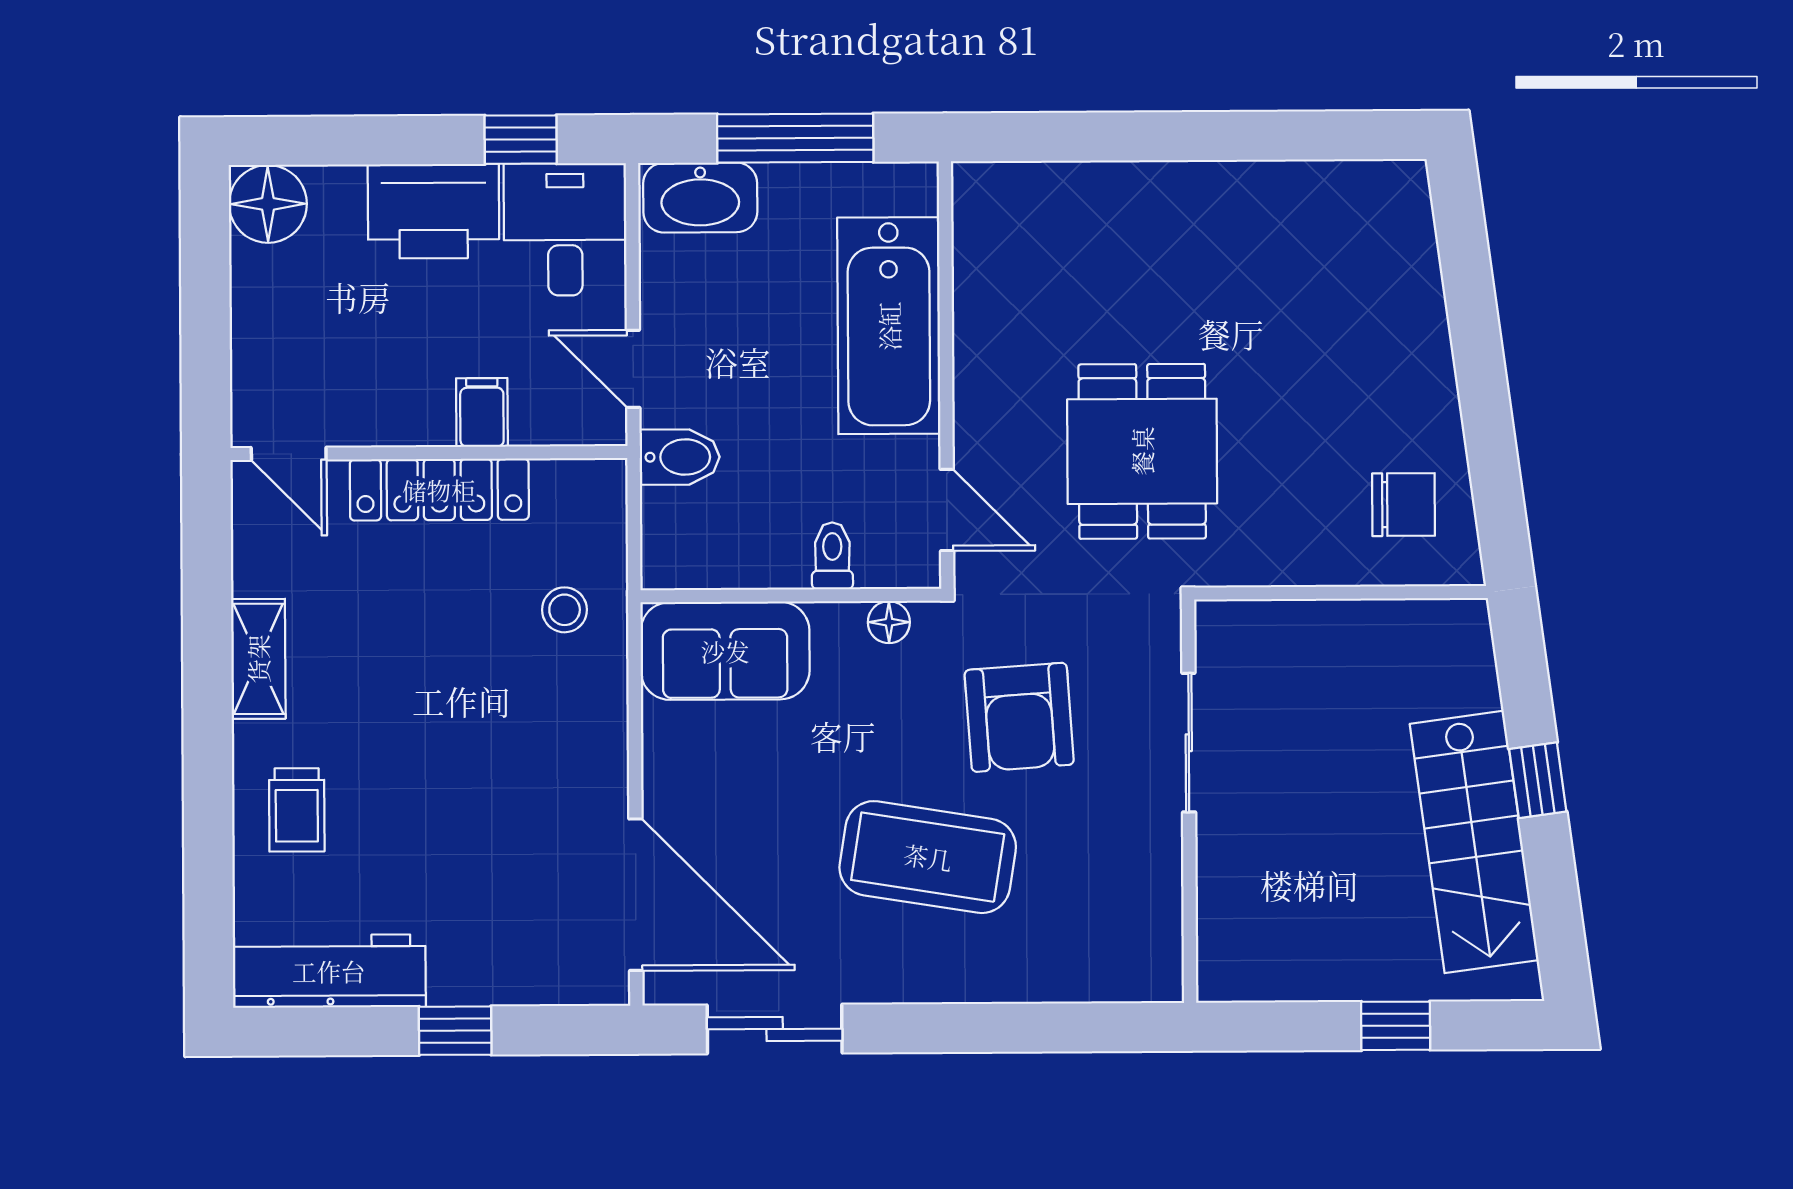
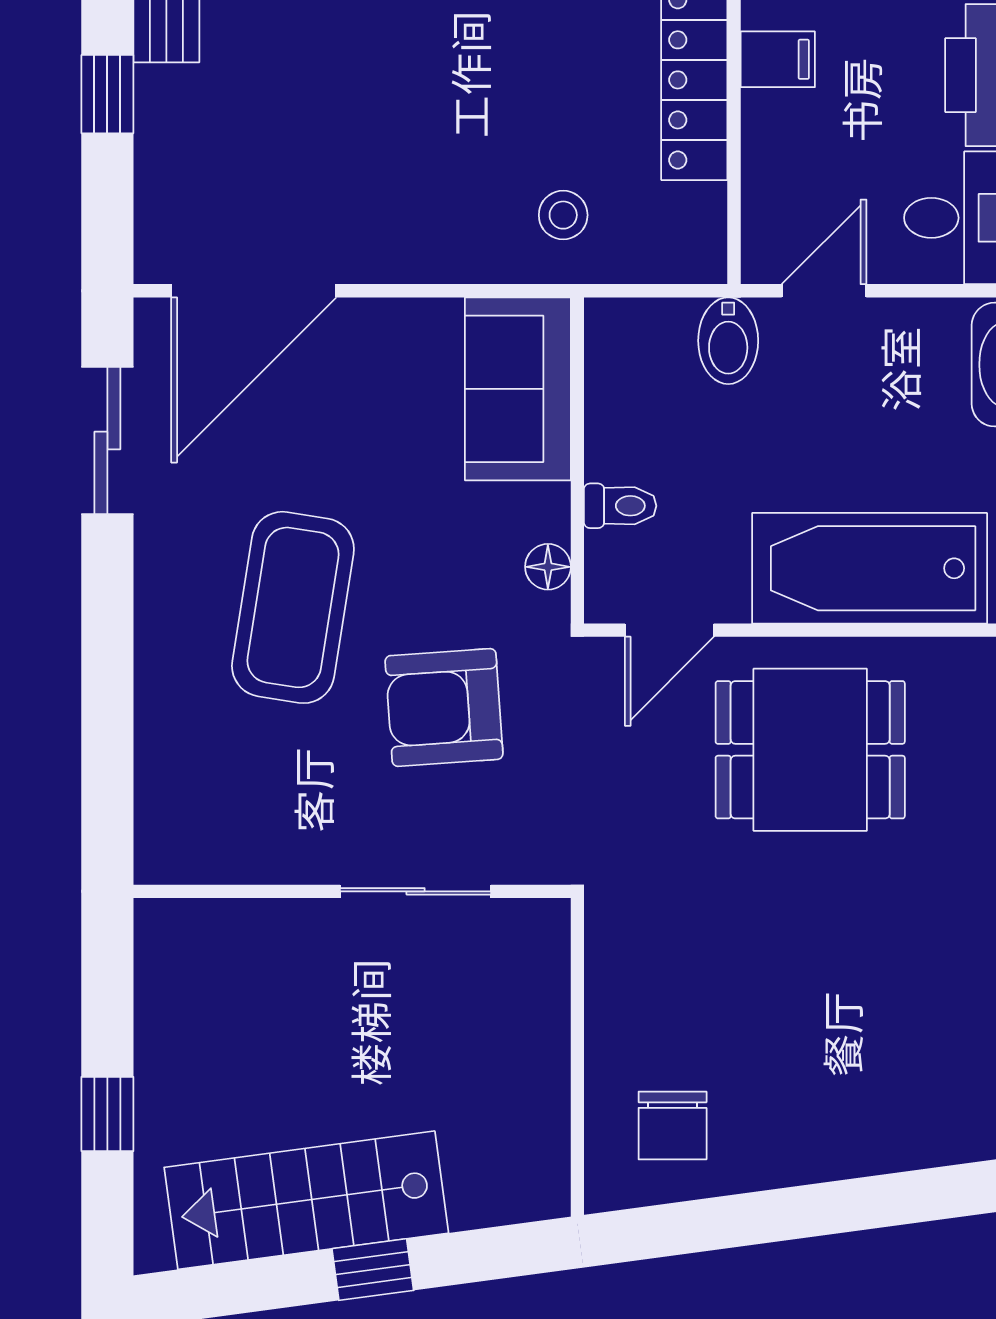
filing cabinet: (482, 412) -> (778, 59), moved
dining table: (1142, 451) -> (810, 750), moved

